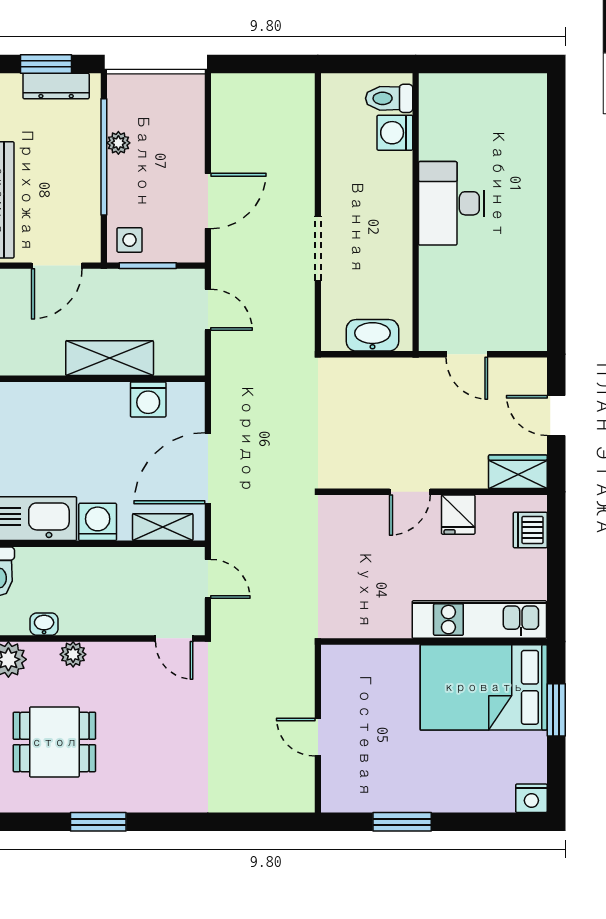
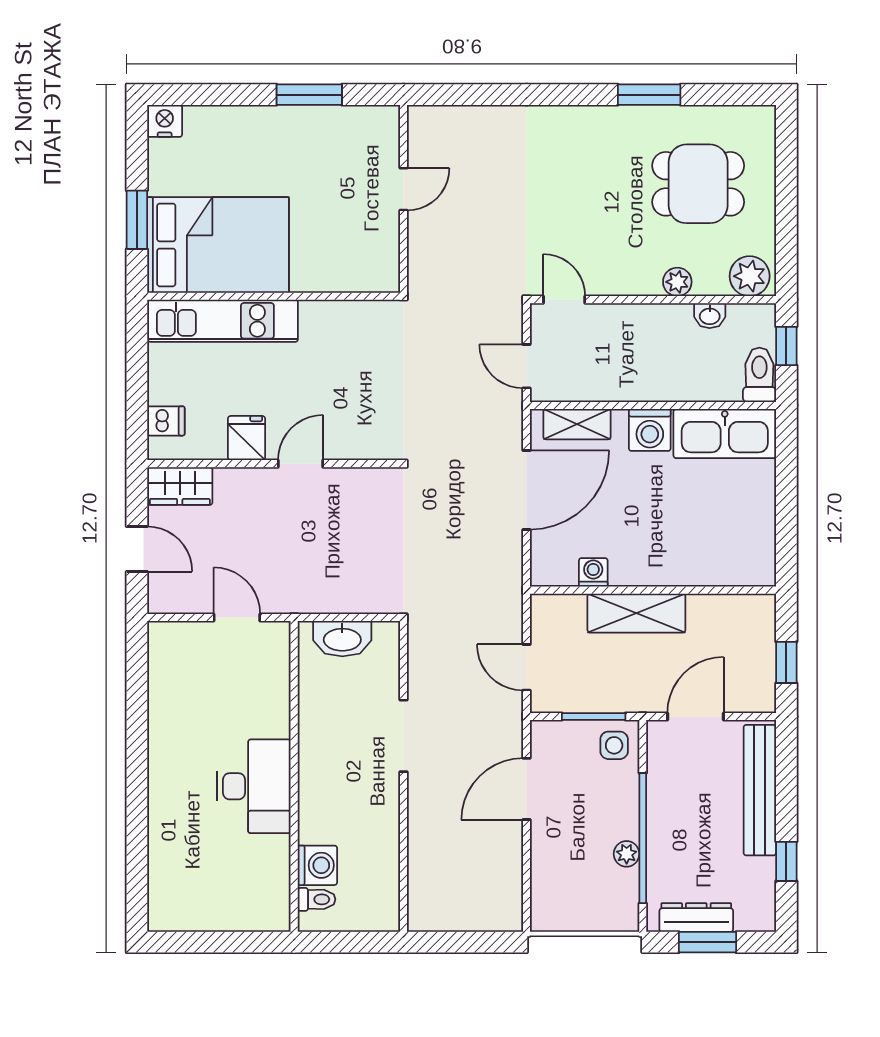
toilet: (389, 98) -> (316, 899), width x0.73, depth x0.72
washing machine: (148, 399) -> (593, 572), width x0.73, depth x0.73
dishwasher: (530, 530) -> (166, 421), width x0.73
door: (318, 737) -> (403, 189), hinge flipped

